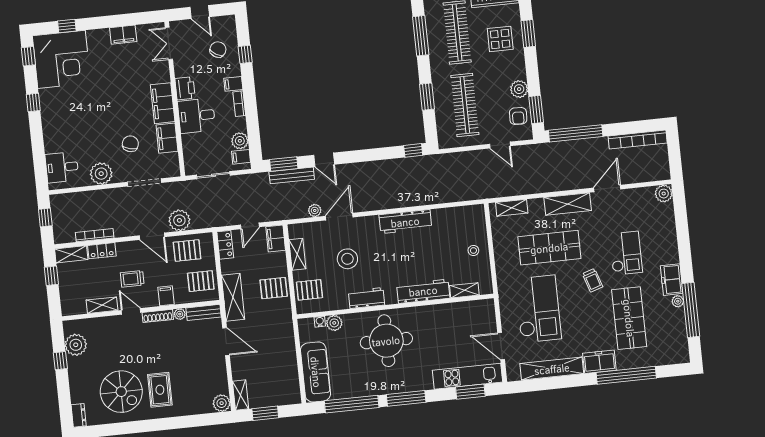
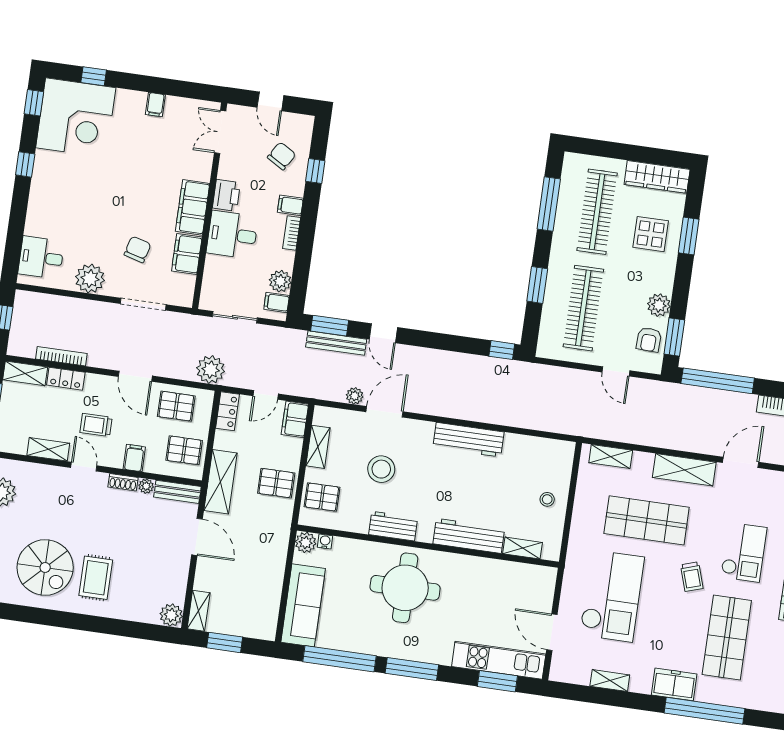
filing cabinet: (123, 35) -> (155, 105), width x0.50
plant: (179, 220) -> (211, 370), moved
shoe rack: (158, 316) -> (123, 482), width x0.70
plant: (334, 323) -> (306, 542), moved
shelving: (552, 369) -> (610, 681), width x0.45, depth x0.75

